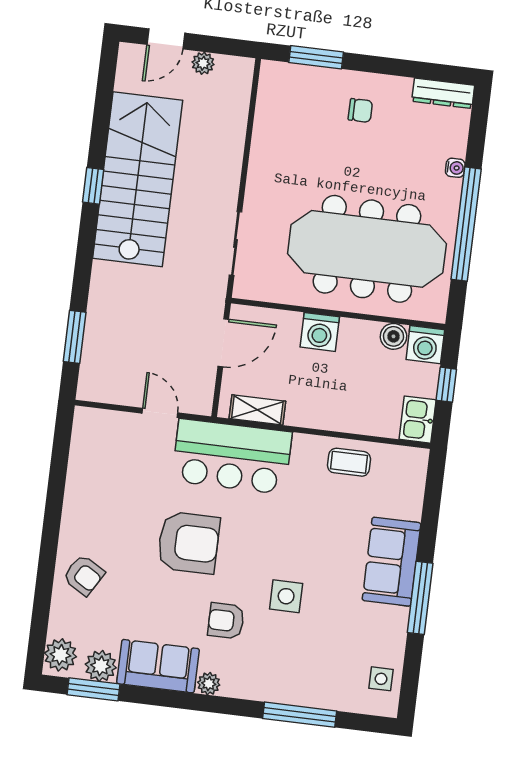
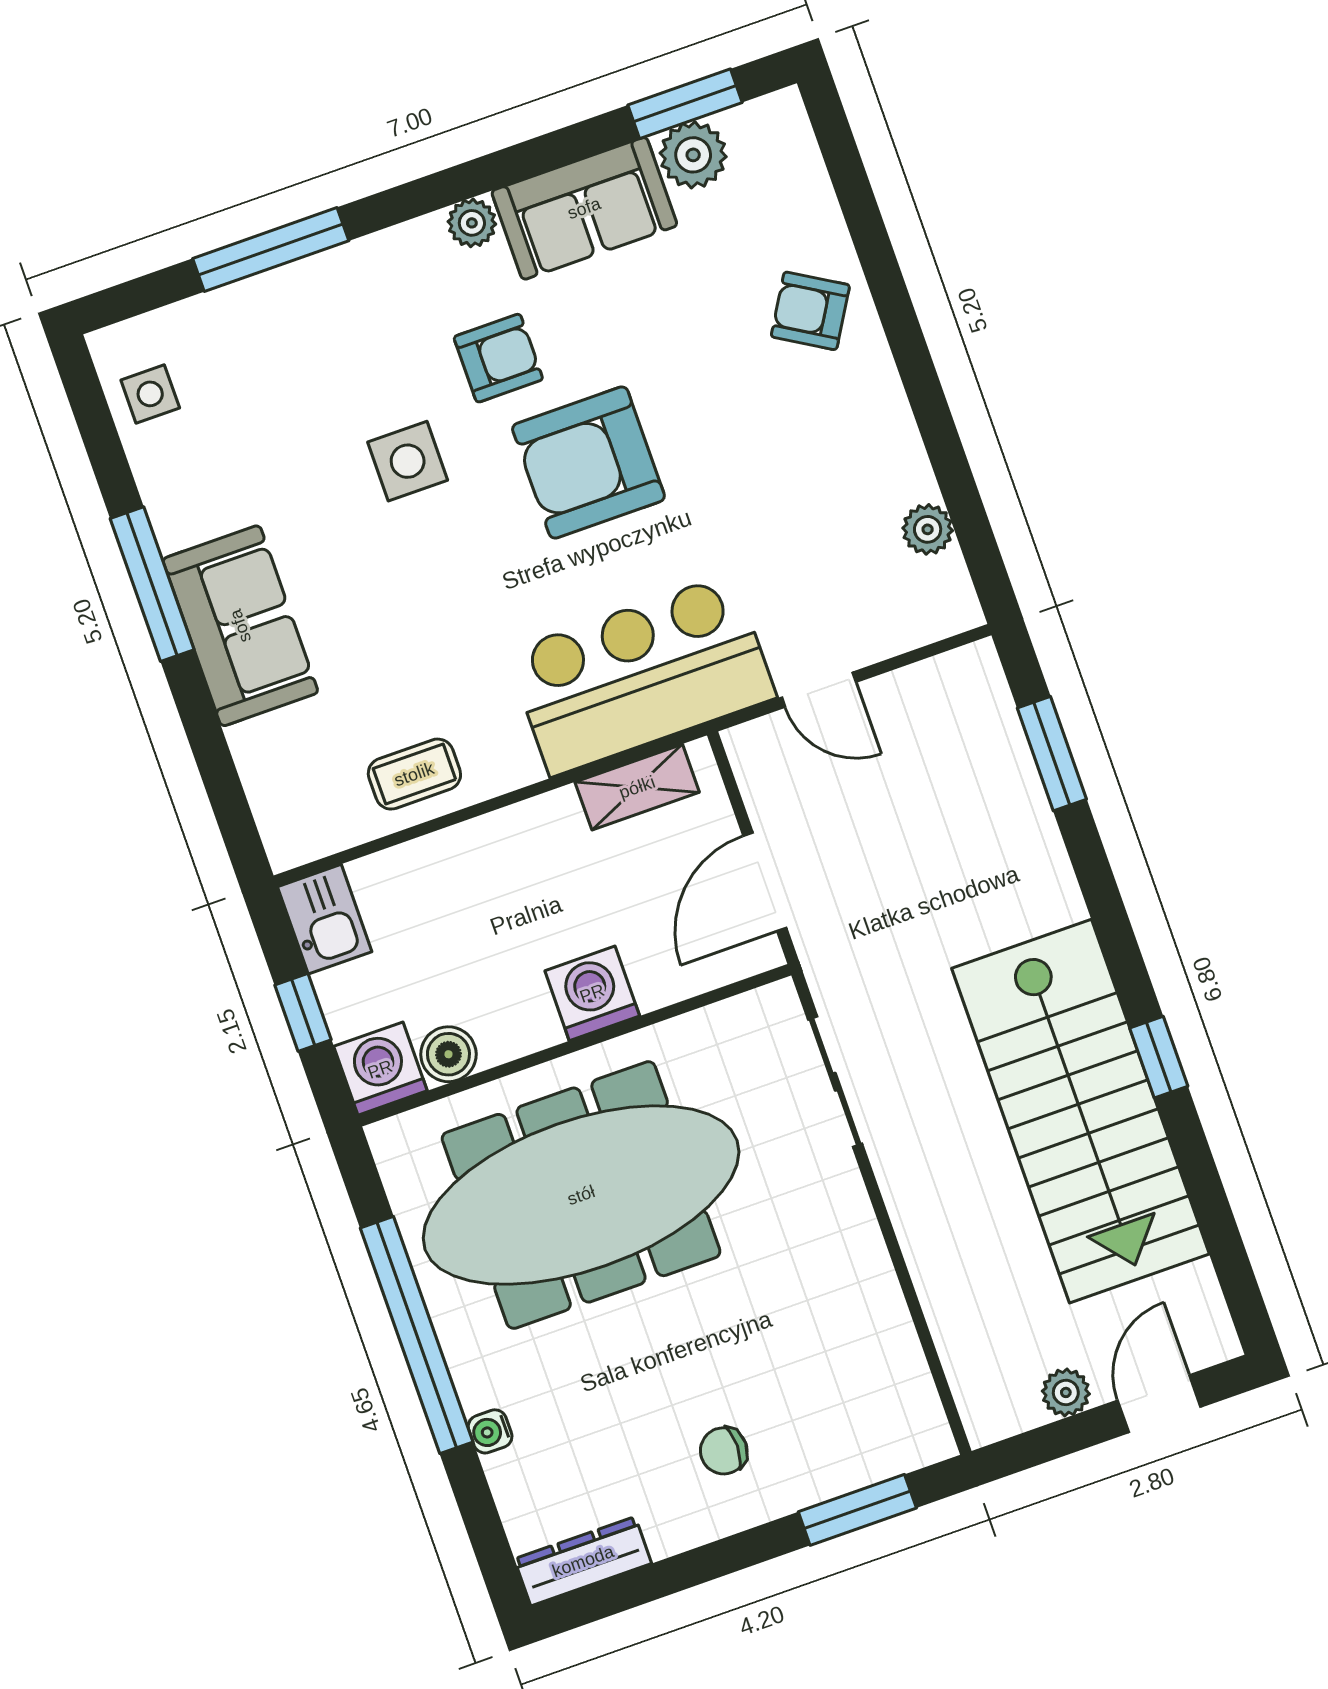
armchair: (189, 543) -> (588, 462), moved
plant: (60, 655) -> (928, 529), moved, width x0.73, depth x0.73

